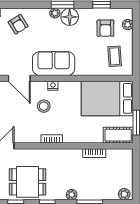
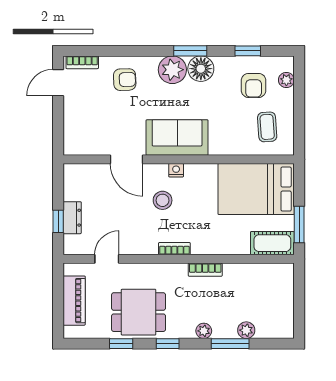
plant: (55, 13) -> (172, 70), width x1.88, depth x1.88
armchair: (18, 24) -> (125, 80), turned -60
bookcase: (94, 153) -> (205, 270), moved
plant: (124, 194) -> (246, 330), moved

